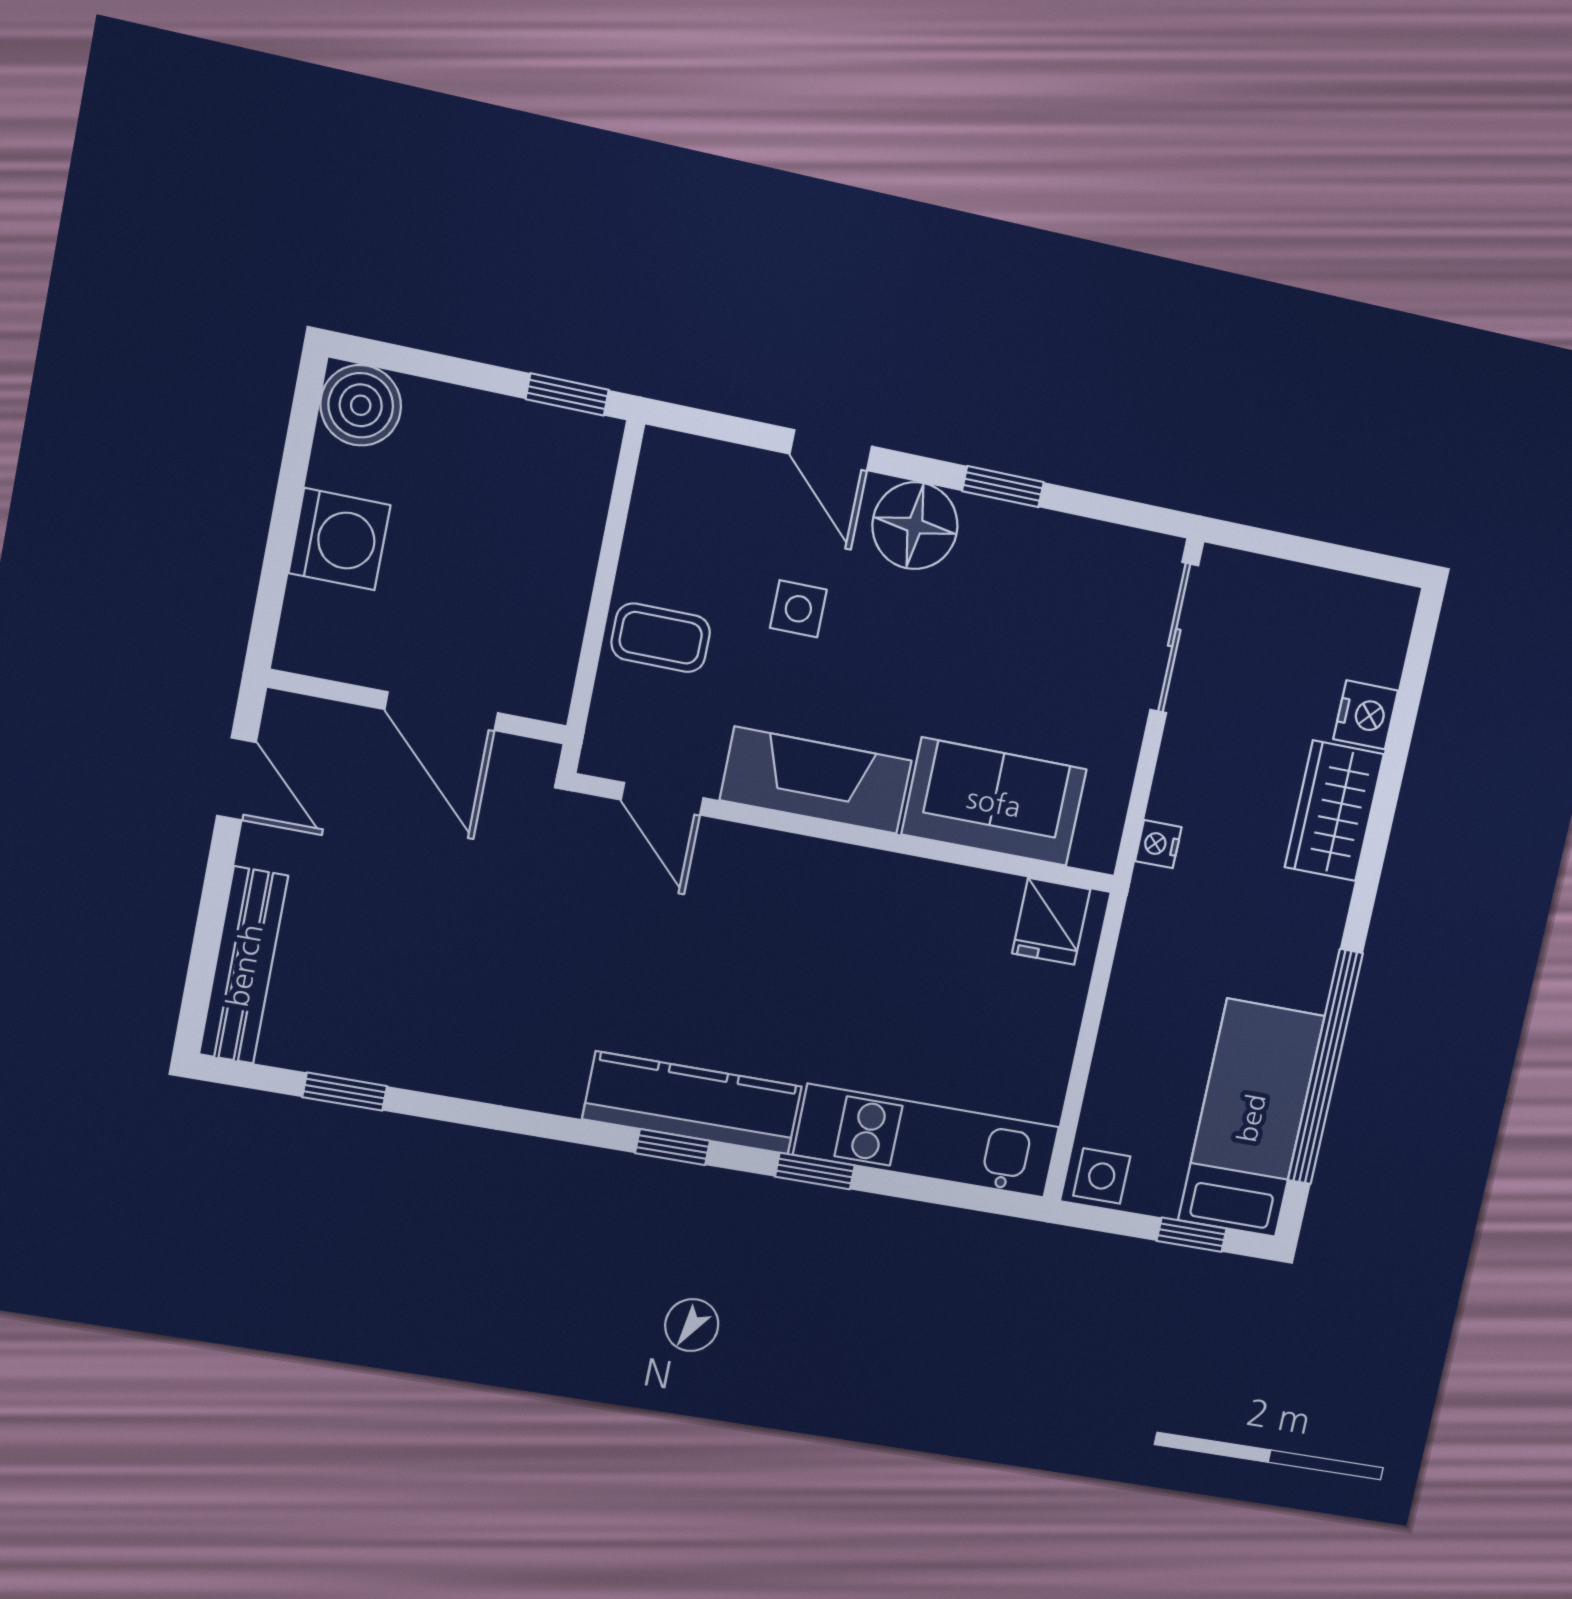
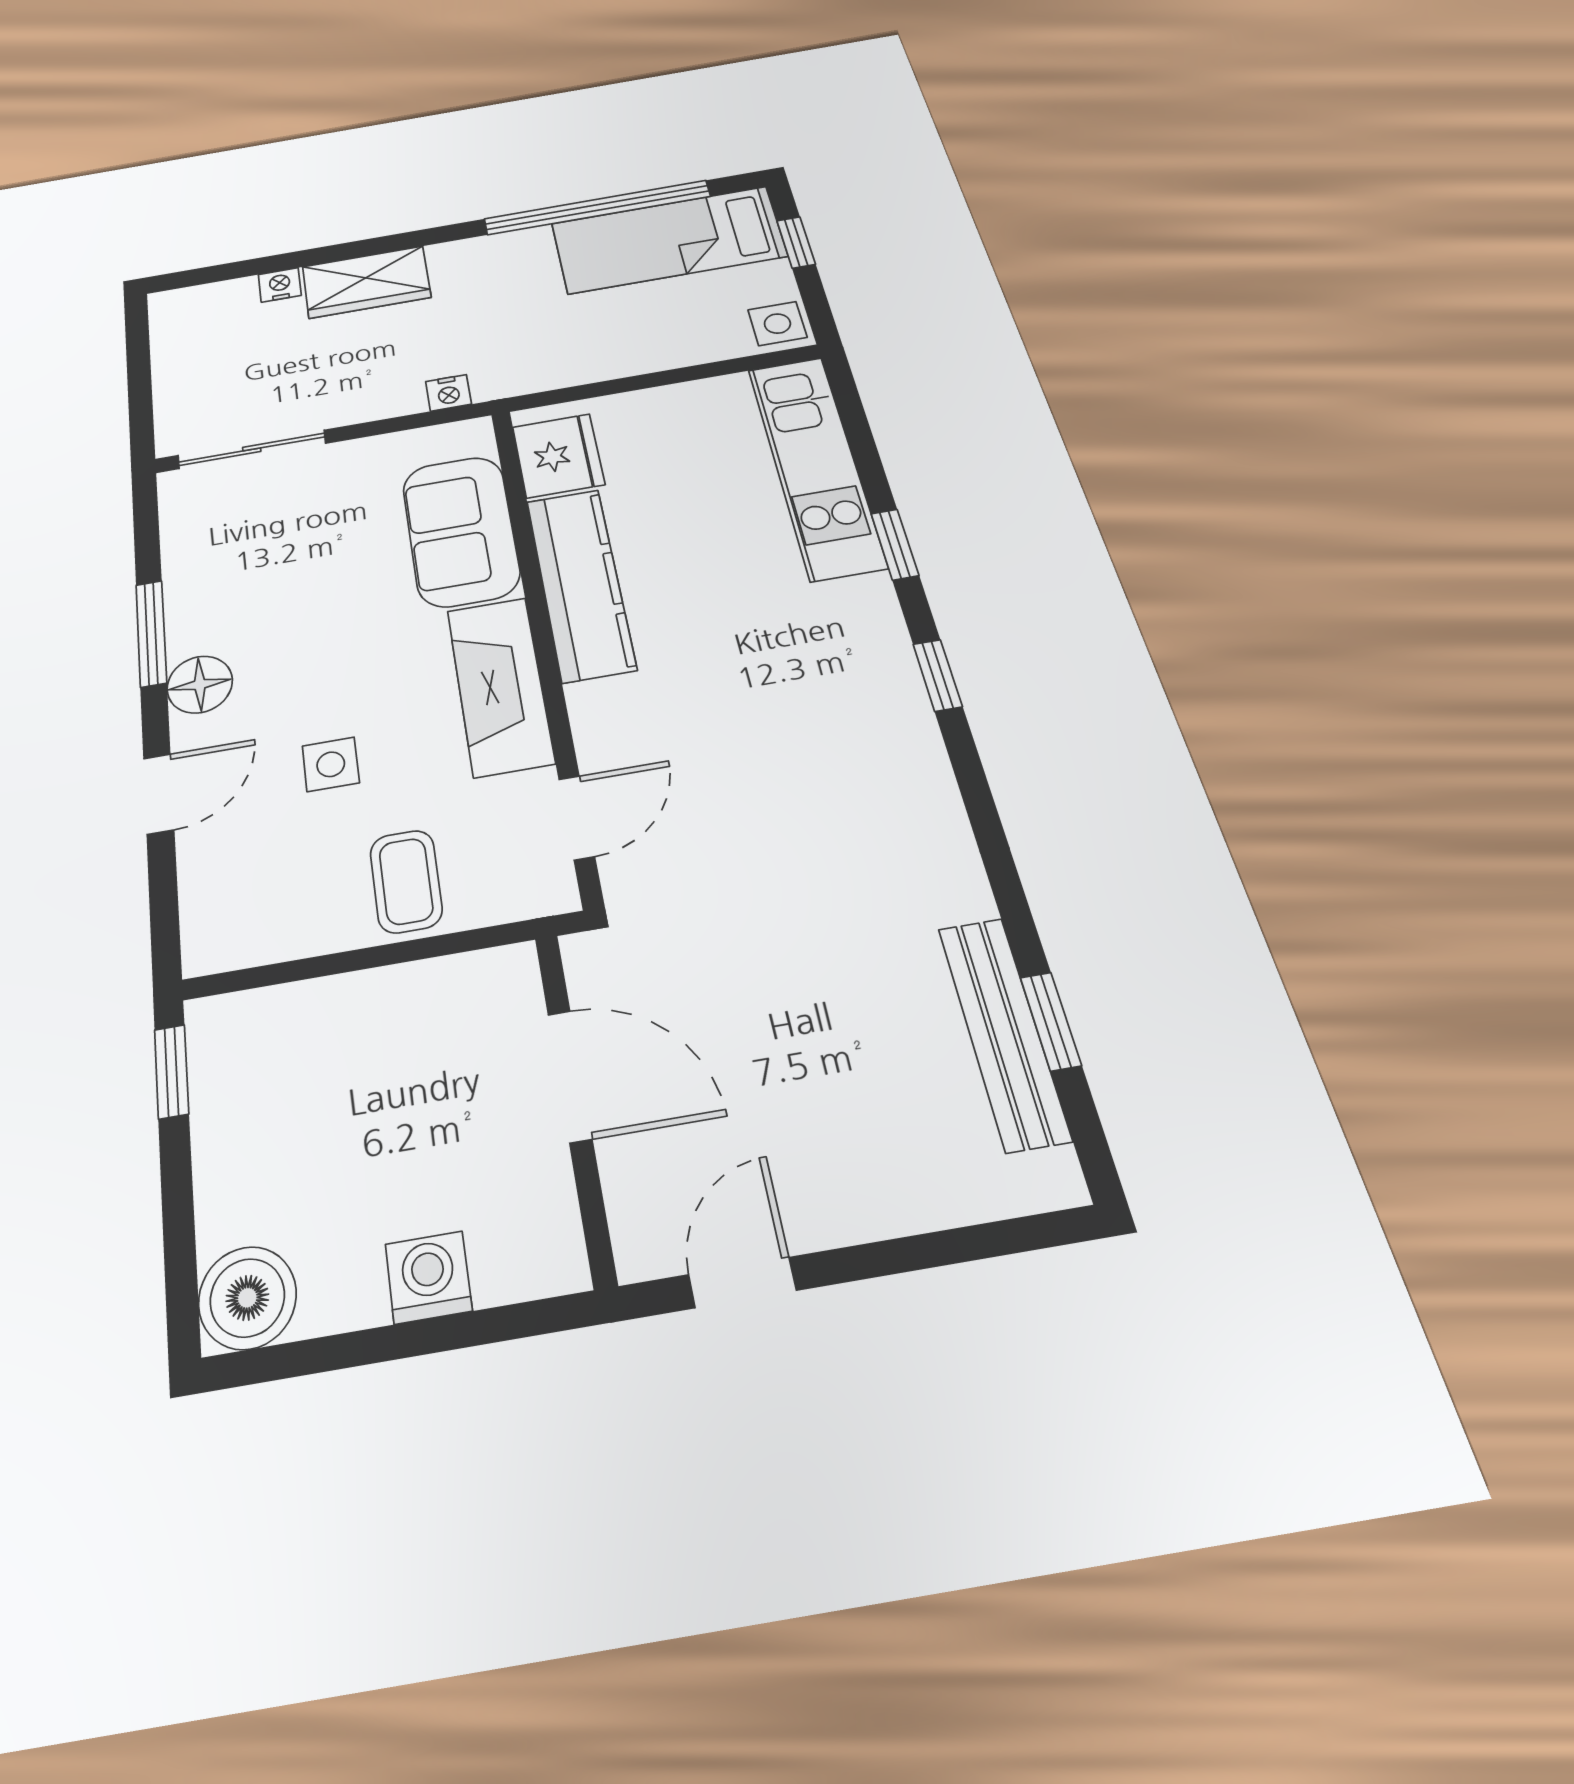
window: (1003, 487) -> (151, 633), width x1.50
floor lamp: (915, 526) -> (200, 684), width x0.73, depth x0.73
washing machine: (339, 539) -> (428, 1277), width x0.73, depth x0.73
door: (441, 711) -> (570, 1076), hinge flipped
nightstand: (1366, 715) -> (280, 285), width x0.72, depth x0.74
fridge: (1051, 921) -> (558, 456), width x1.38
bench: (244, 965) -> (1003, 1032), moved, turned 90
kitchen counter: (692, 1103) -> (580, 584), moved, turned 180

